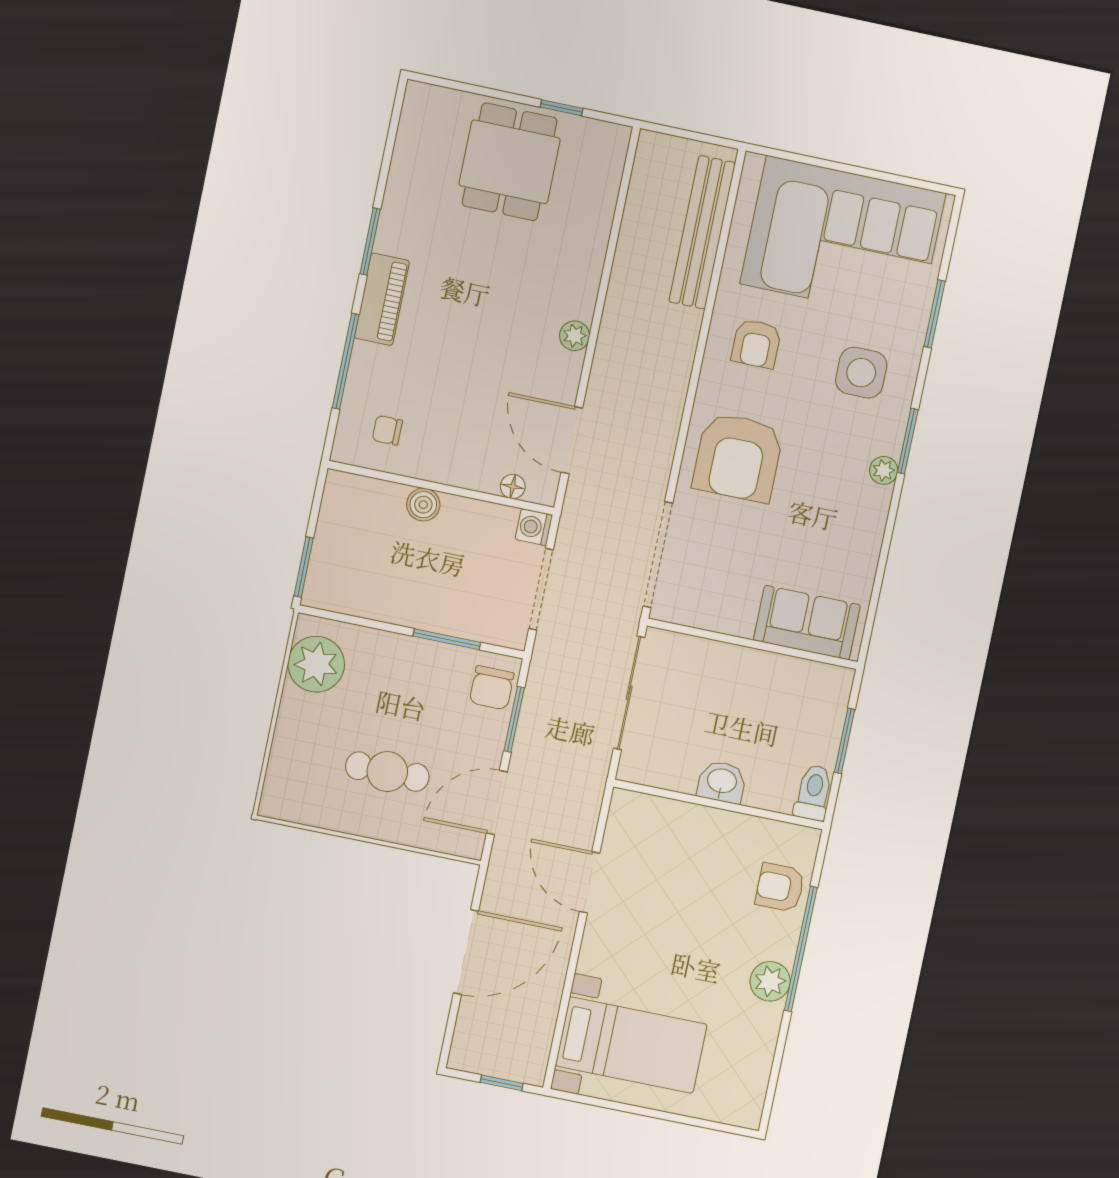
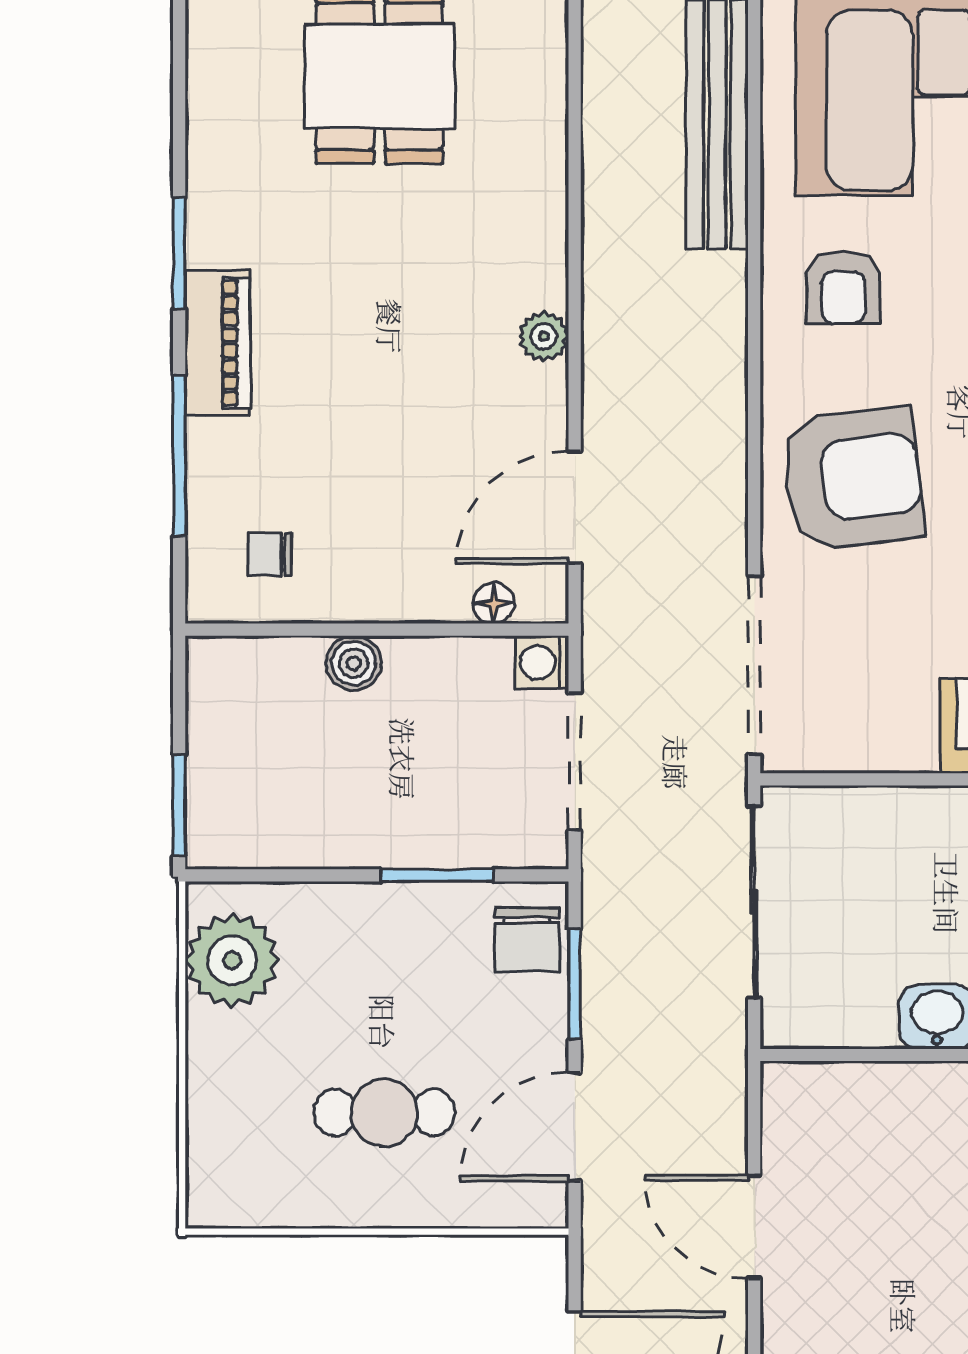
door: (572, 440) -> (575, 507), hinge flipped
armchair: (738, 457) -> (852, 479), turned -97

